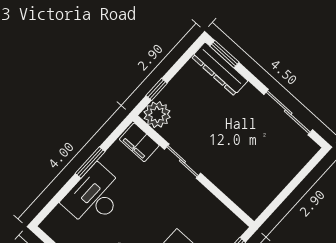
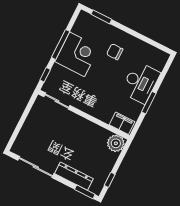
dresser: (220, 69) -> (74, 176), moved
window: (157, 89) -> (110, 180), moved
sliding door: (183, 161) -> (57, 101), moved

